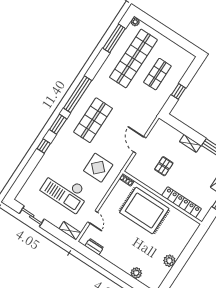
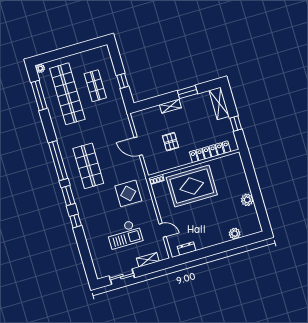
checkout: (65, 191) -> (124, 234), width x0.73, depth x0.83
shelving: (70, 231) -> (148, 260), moved

